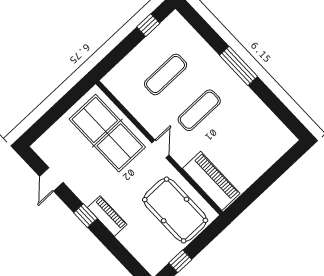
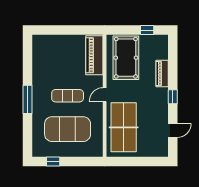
exercise mat: (166, 74) -> (68, 129), width x2.00, depth x1.45
piano: (107, 216) -> (162, 74), moved

